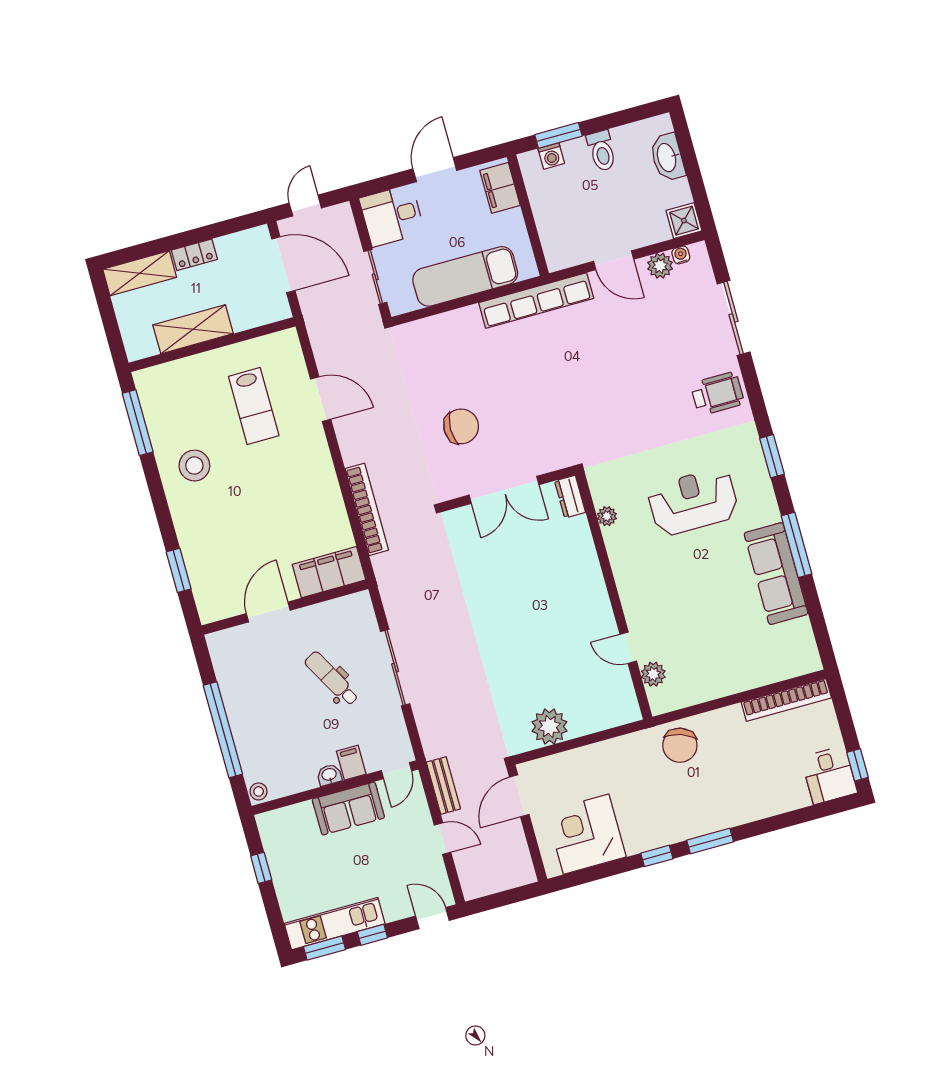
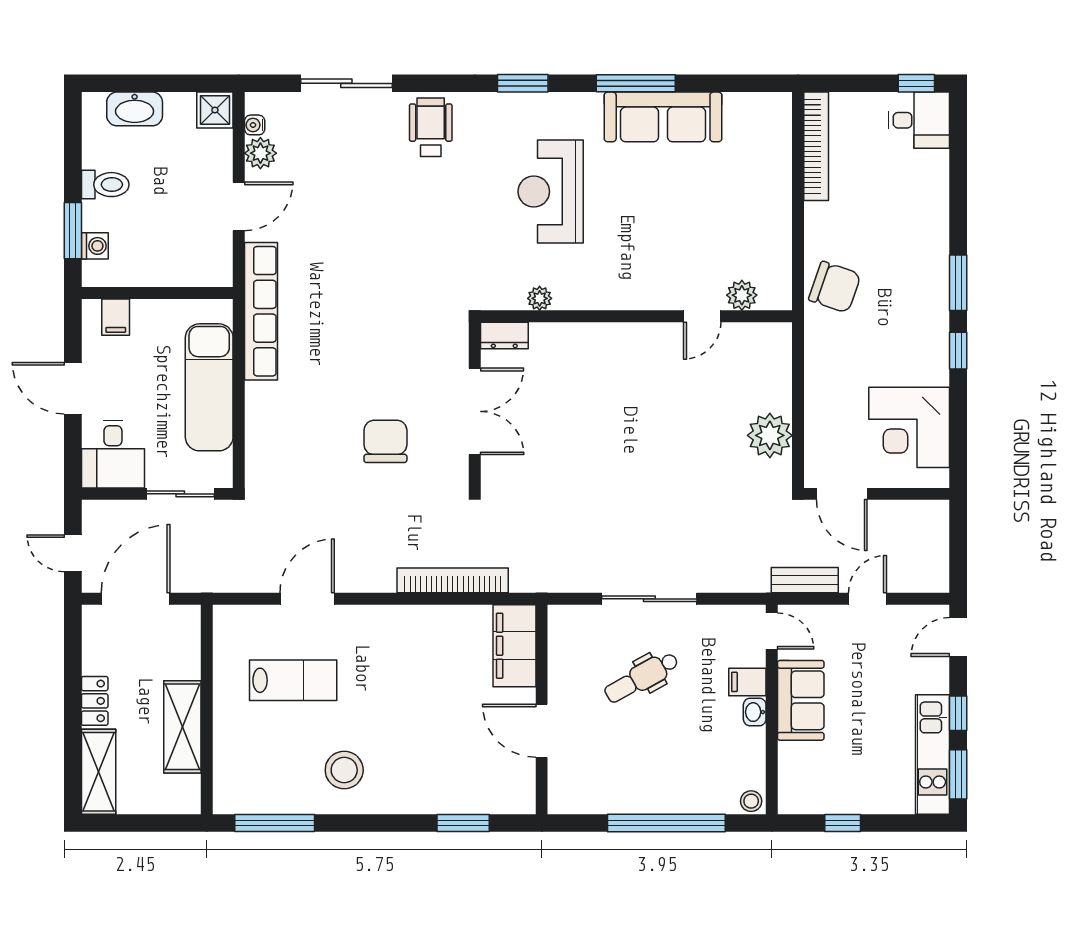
filing cabinet: (500, 188) -> (116, 317), width x0.50

